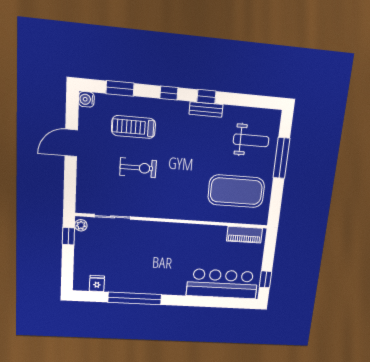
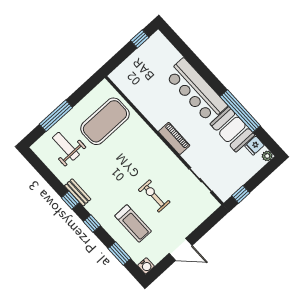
exercise mat: (236, 191) -> (105, 121), turned 90
plant: (81, 225) -> (267, 156), moved
piano: (244, 235) -> (174, 138), moved
booth: (127, 279) -> (232, 129), added
bar counter: (222, 284) -> (196, 90), moved

